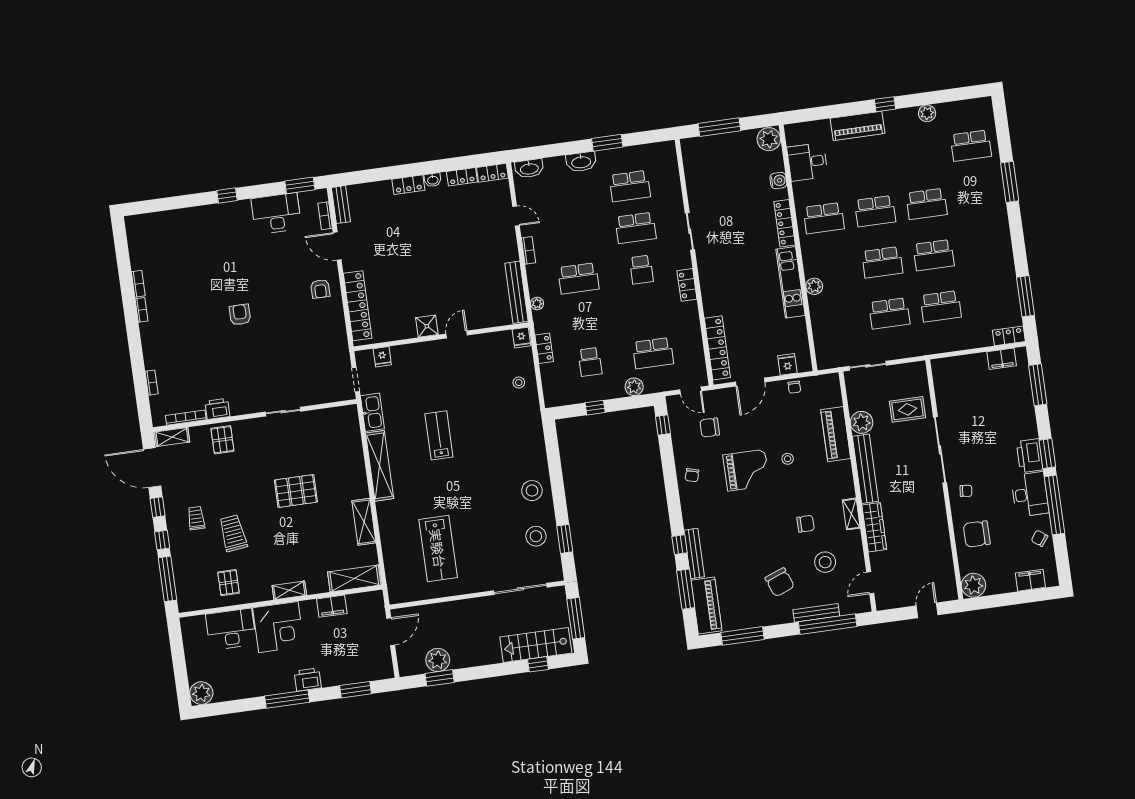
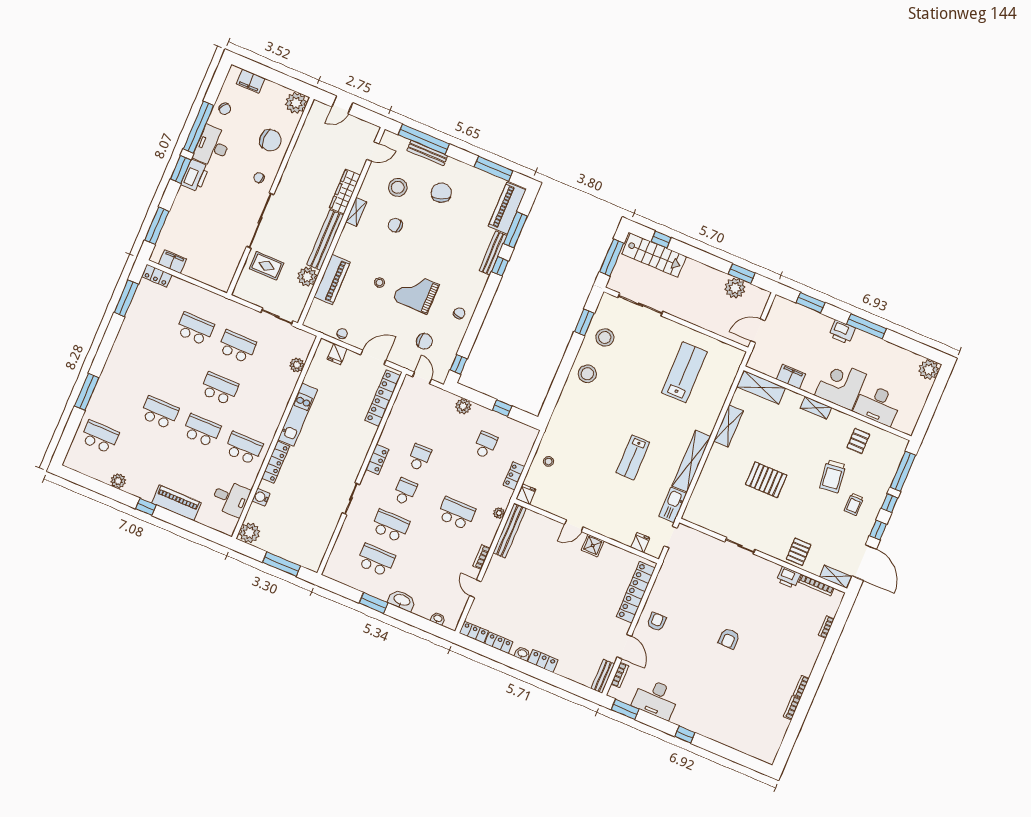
washbasin: (529, 168) -> (438, 619), width x0.52, depth x0.69
school desk: (934, 255) -> (177, 371), removed
plant: (814, 286) -> (297, 365), moved
school desk: (653, 353) -> (419, 457), moved, width x0.54

